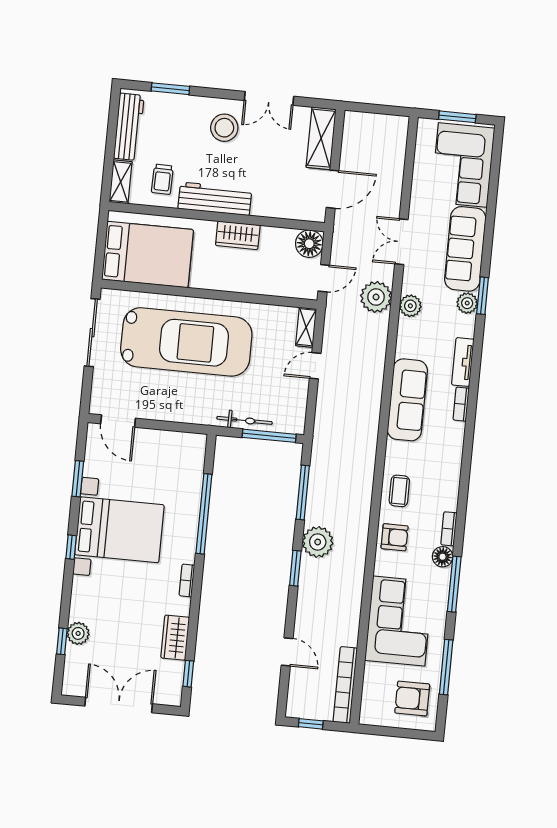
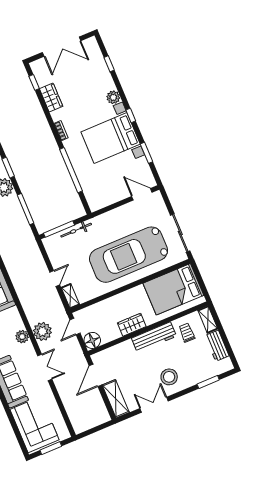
workbench: (129, 127) -> (217, 346), width x0.73
plant: (78, 633) -> (113, 97), moved

